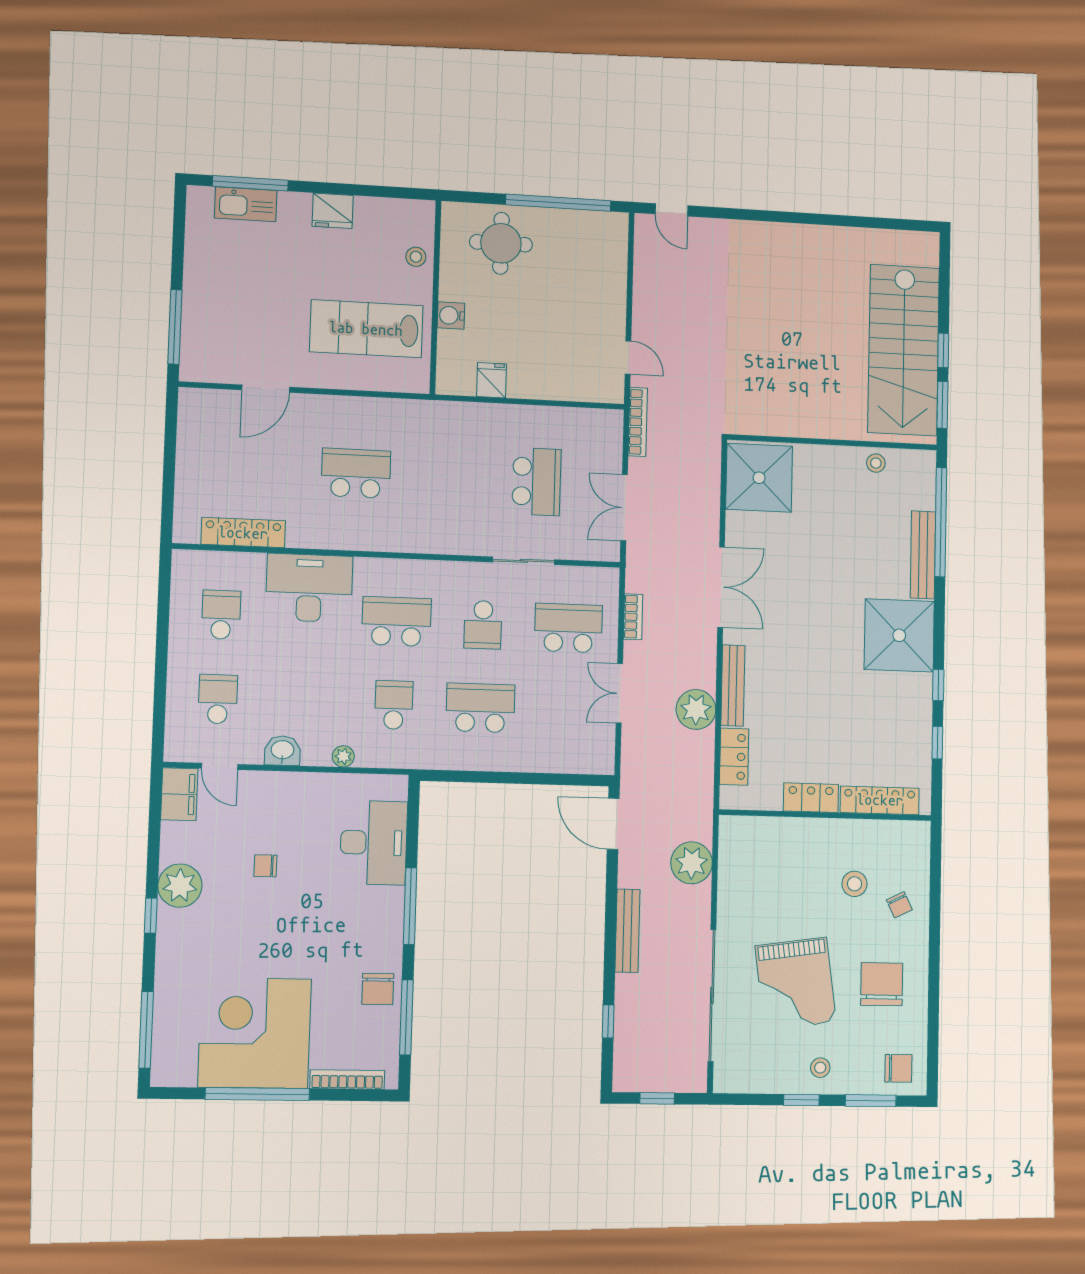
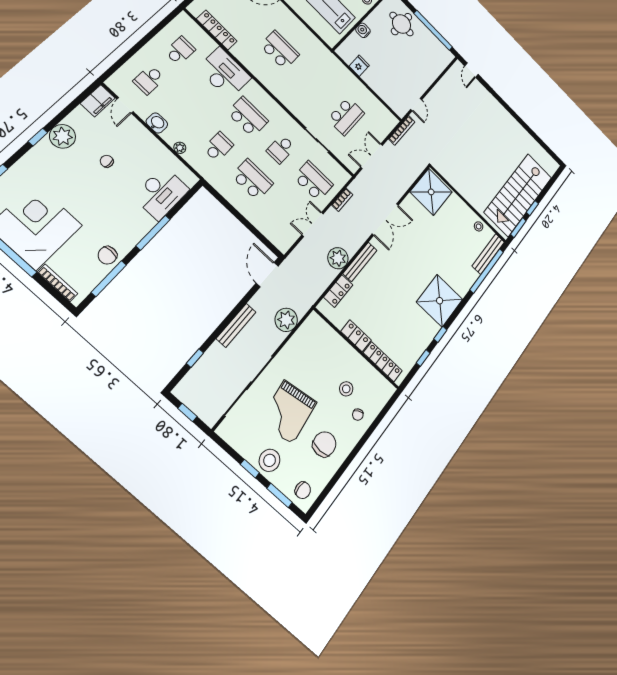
bench: (923, 555) -> (488, 254), moved
school desk: (218, 699) -> (149, 80), turned 180
stool: (820, 1068) -> (270, 460), width x1.89, depth x1.89

